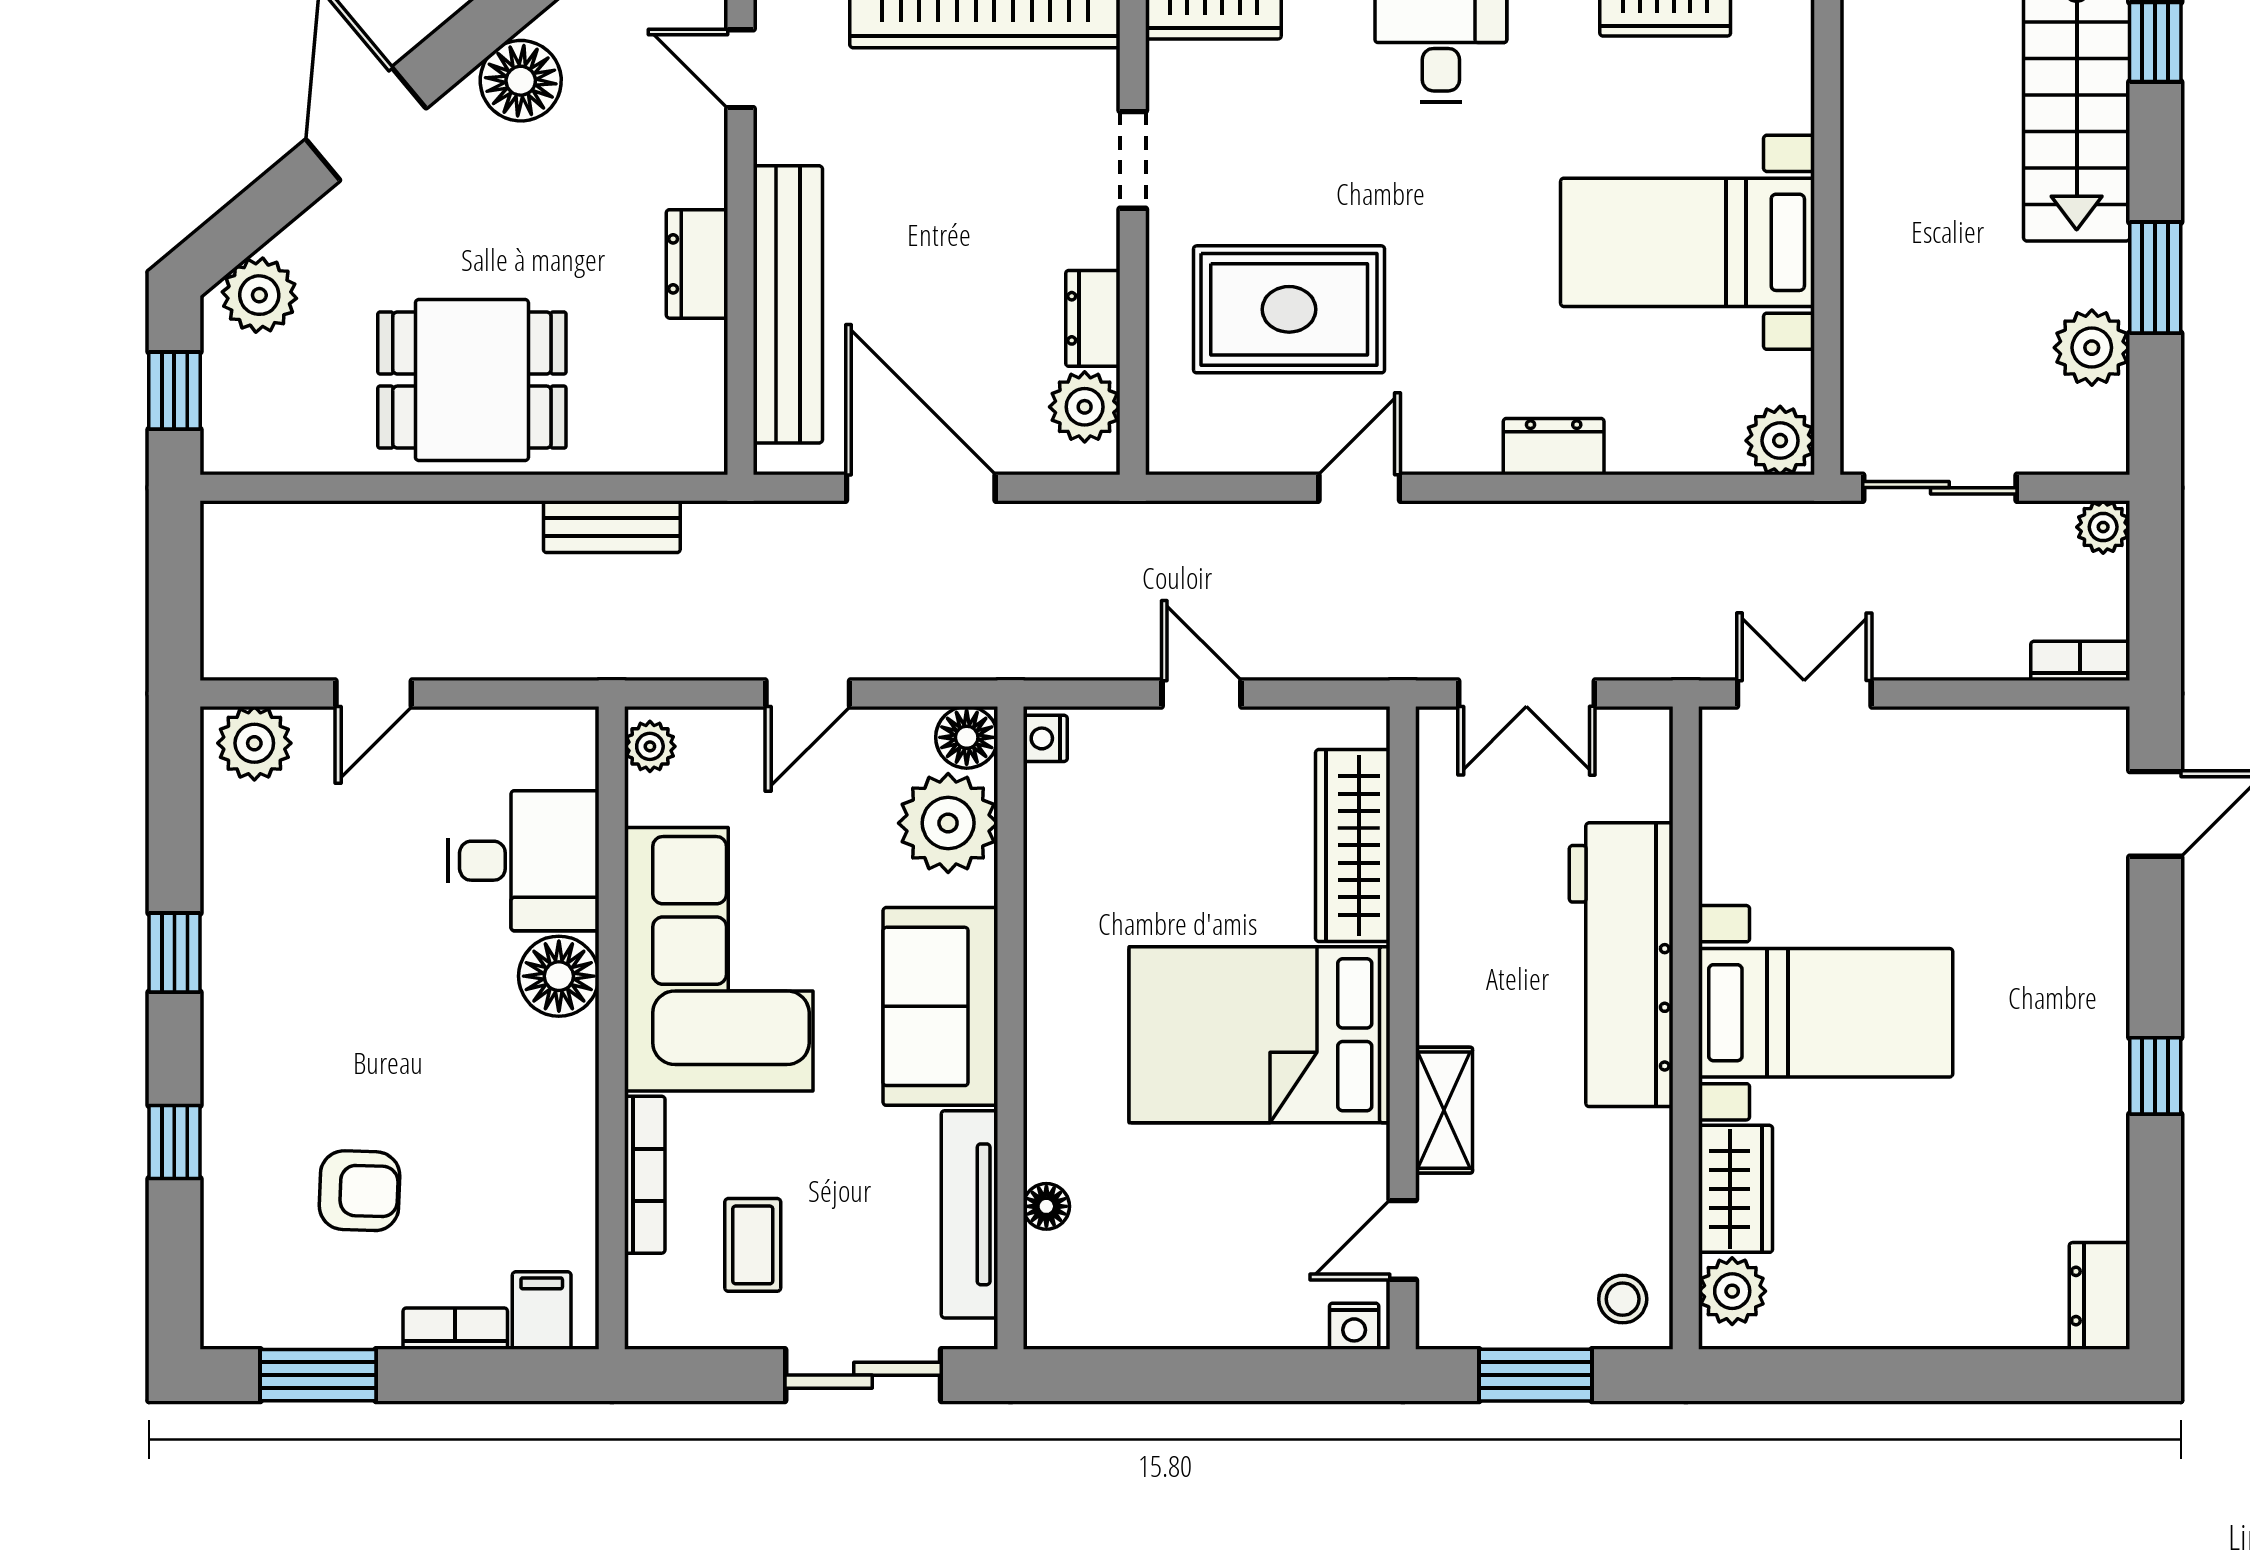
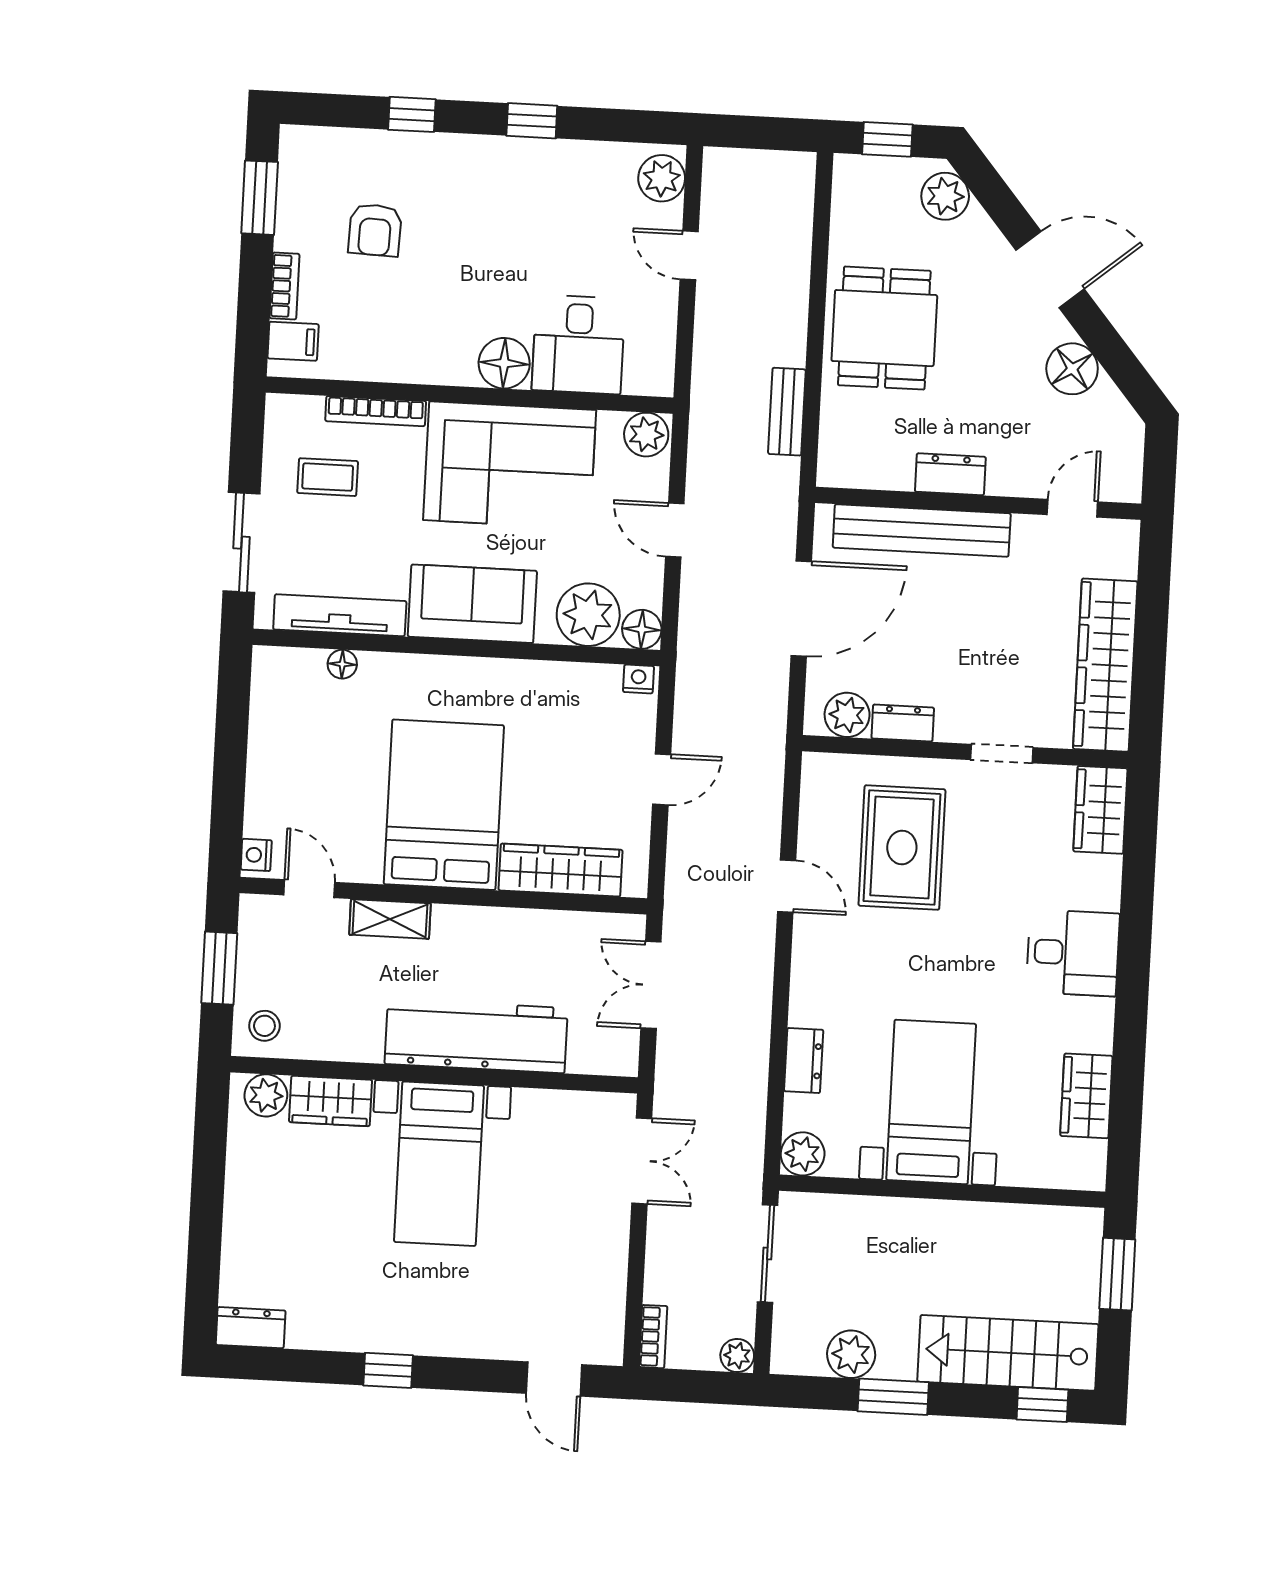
dresser: (1554, 447) -> (804, 1061), moved
plant: (650, 746) -> (646, 435), width x1.38, depth x1.38

